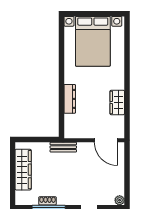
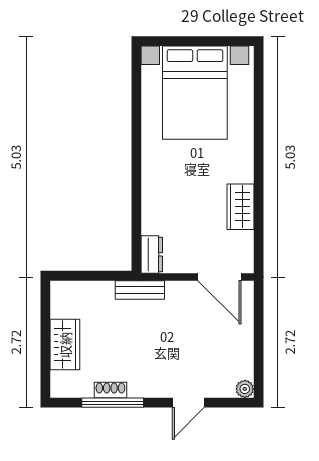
dresser: (70, 99) -> (152, 254), moved, width x0.70
wardrobe: (23, 170) -> (65, 345), width x0.67

